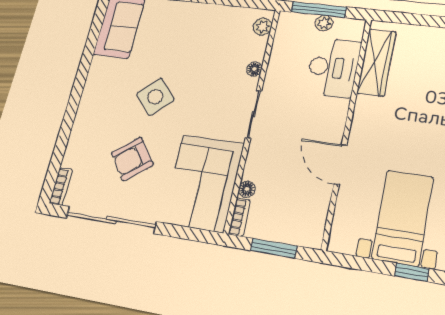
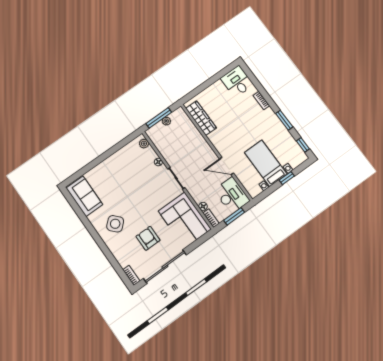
desk: (333, 67) -> (232, 195), moved
side table: (155, 97) -> (115, 224), moved
armchair: (132, 159) -> (148, 238), turned 128

